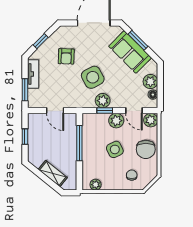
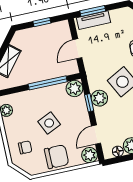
tv unit: (33, 74) -> (93, 20), moved
plant: (116, 121) -> (74, 88), moved
chair: (146, 149) -> (57, 157), turned 180

